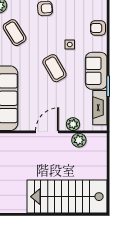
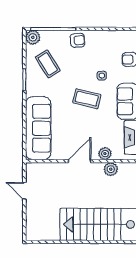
coffee table: (54, 68) -> (87, 99), turned -46

